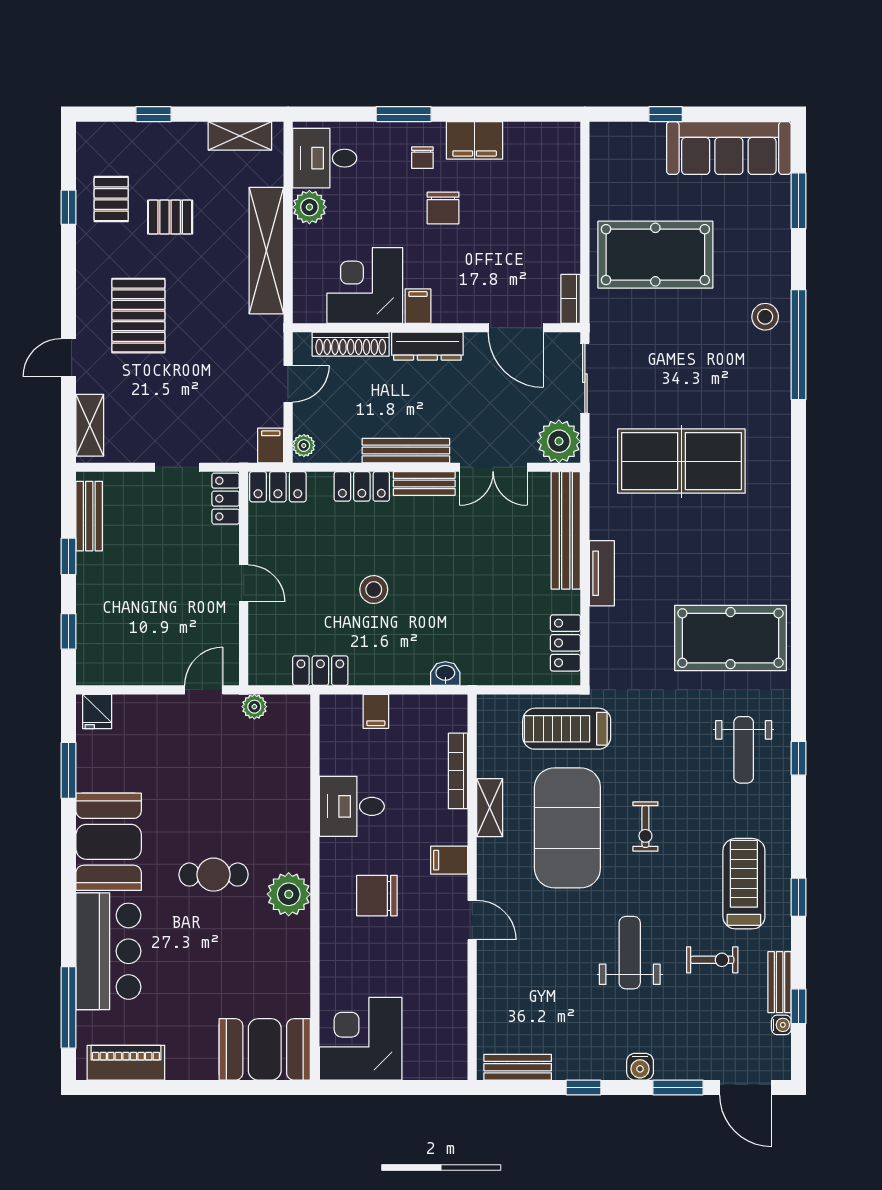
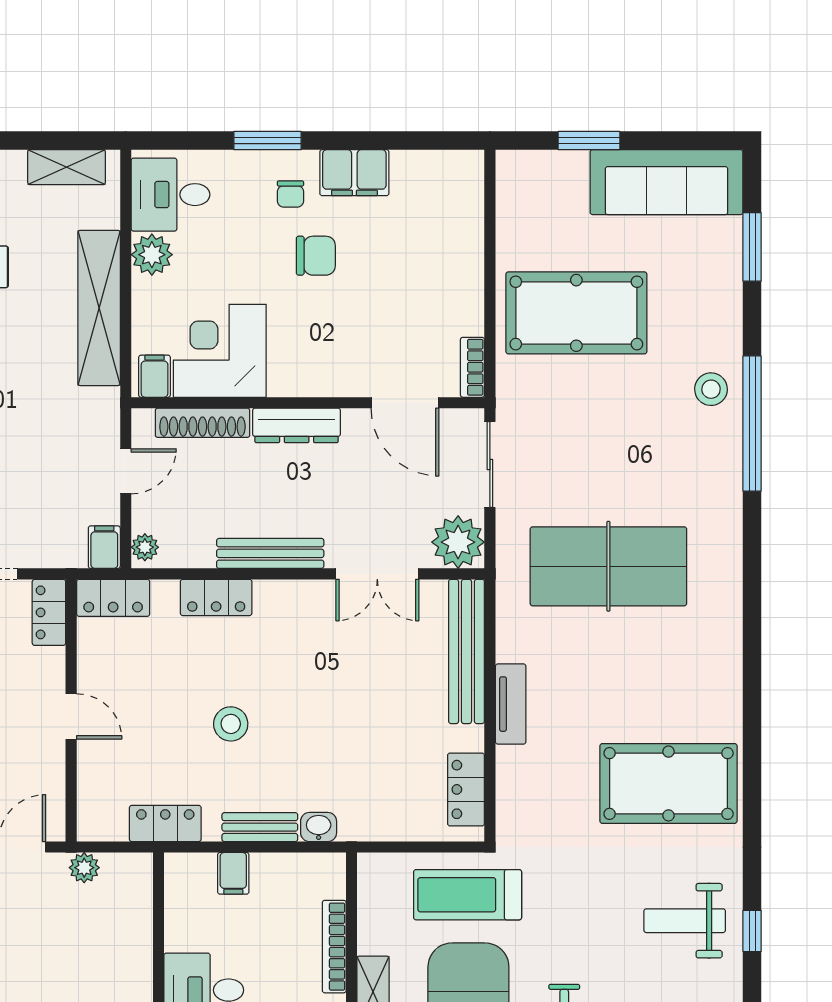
window: (666, 114) -> (589, 141), width x1.50
chair: (443, 208) -> (316, 256), turned -90
filing cabinet: (418, 306) -> (155, 376), moved
bench: (424, 483) -> (260, 827), moved
weight bench: (744, 750) -> (685, 921), turned 90

